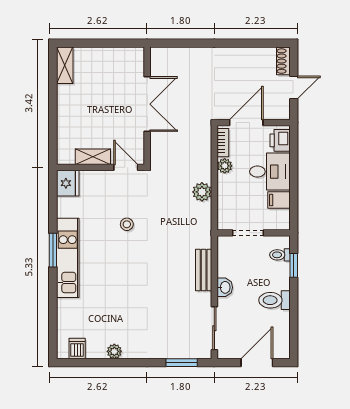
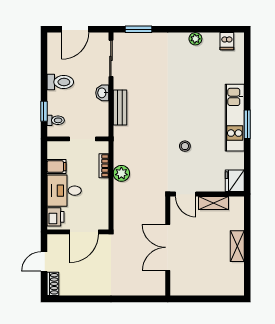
shelving: (65, 65) -> (237, 246), moved
bookcase: (223, 143) -> (104, 166), moved
plant: (225, 166) -> (102, 195), removed

